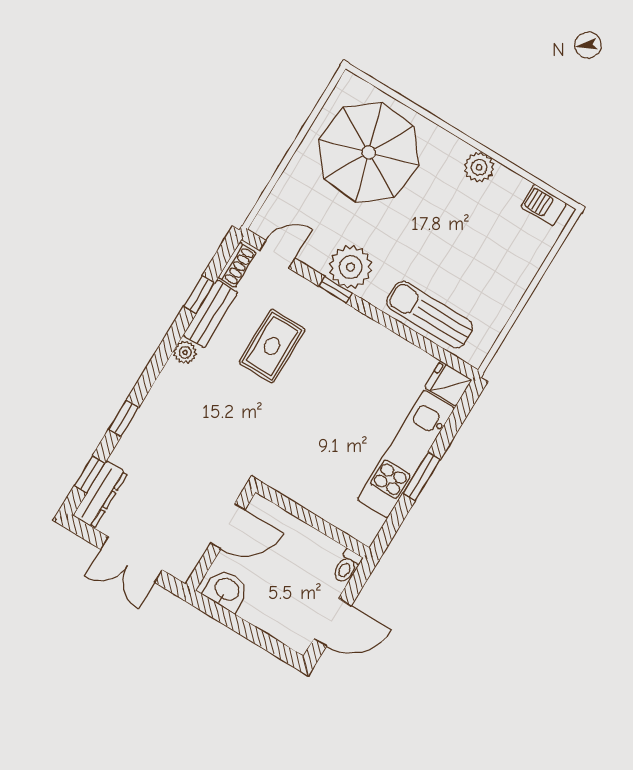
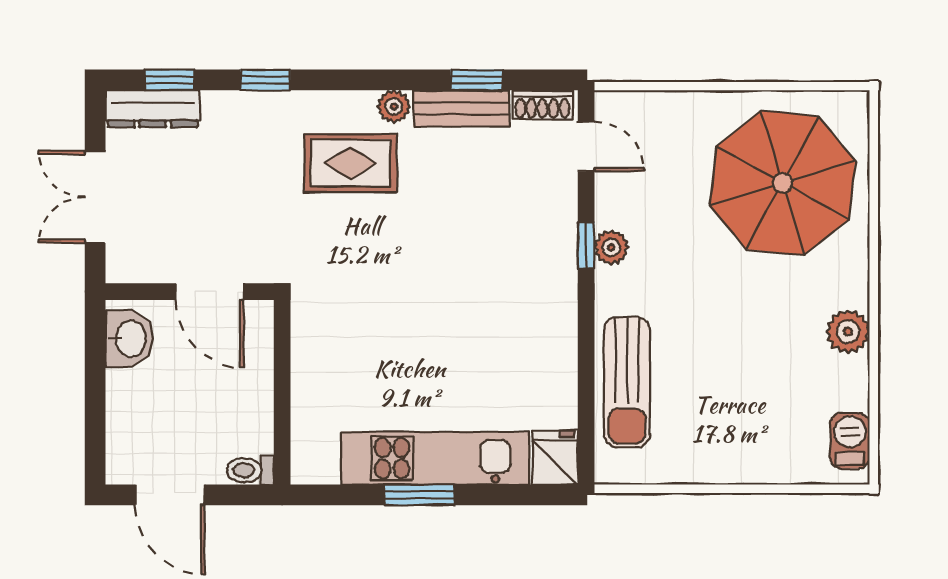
plant: (351, 267) -> (611, 247), width x0.53, depth x0.53
sun lounger: (430, 315) -> (627, 382), turned 180
rug: (272, 346) -> (351, 163), moved

